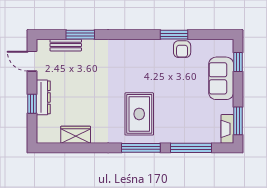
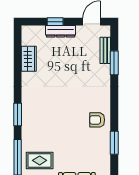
armchair: (182, 49) -> (97, 120), moved
rug: (139, 114) -> (40, 160), moved, width x0.73, depth x0.70
window: (141, 148) -> (18, 114), width x0.69

